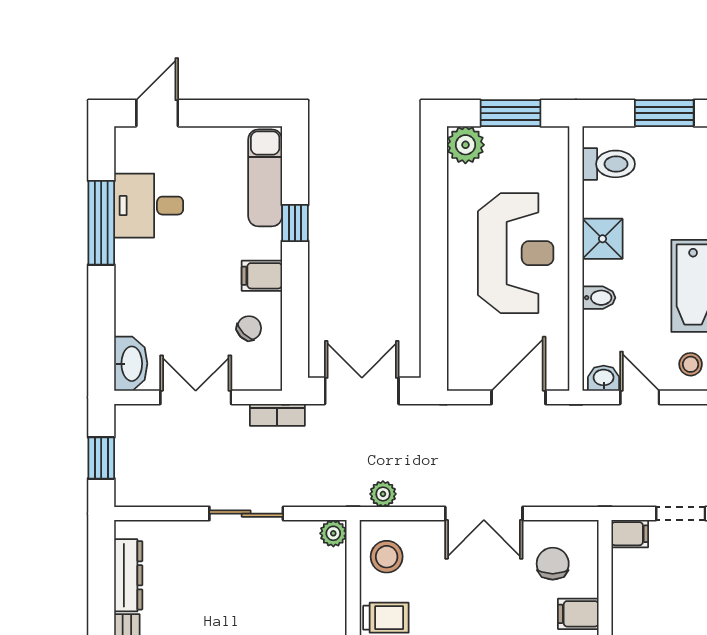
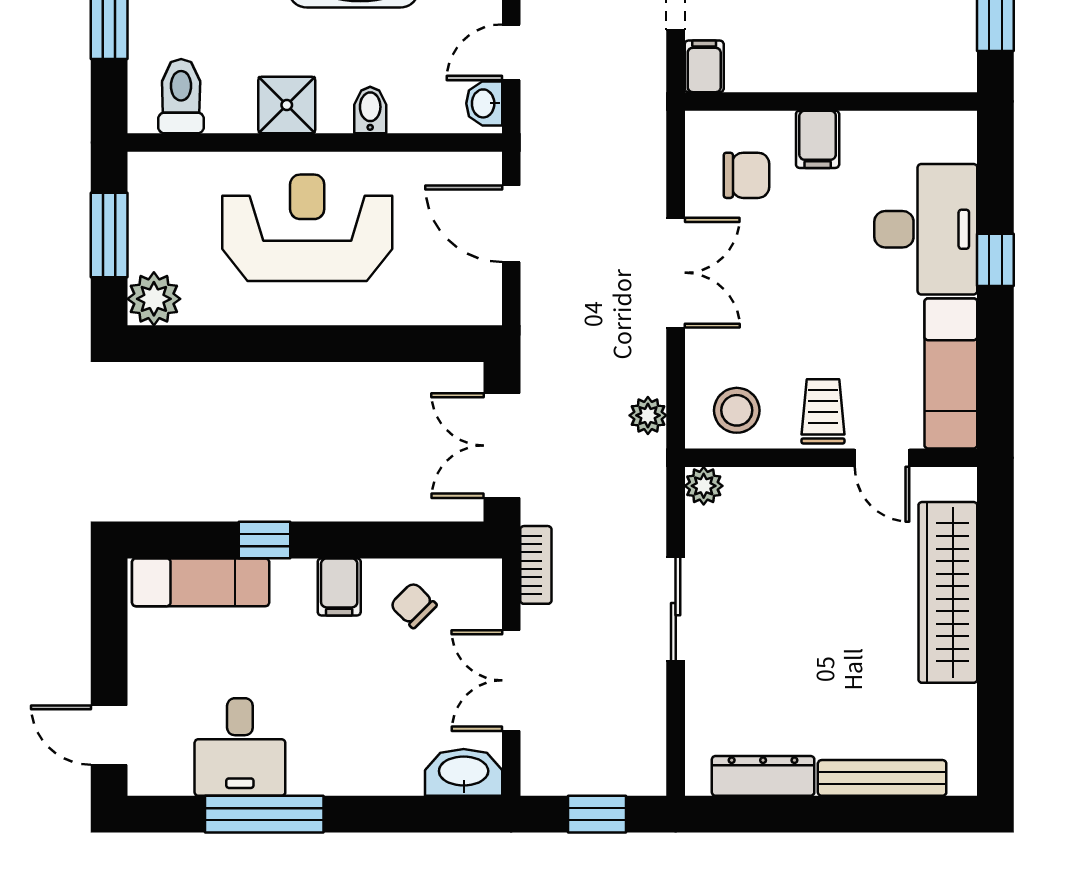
chair: (553, 564) -> (746, 175), turned 180

